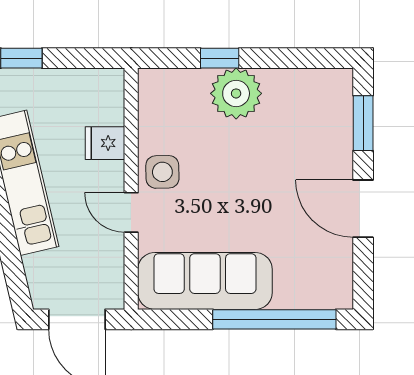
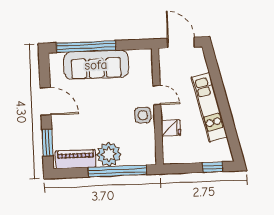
window: (220, 58) -> (117, 171), width x3.17
piano: (305, 86) -> (76, 159), added
sofa: (205, 281) -> (96, 65), moved

